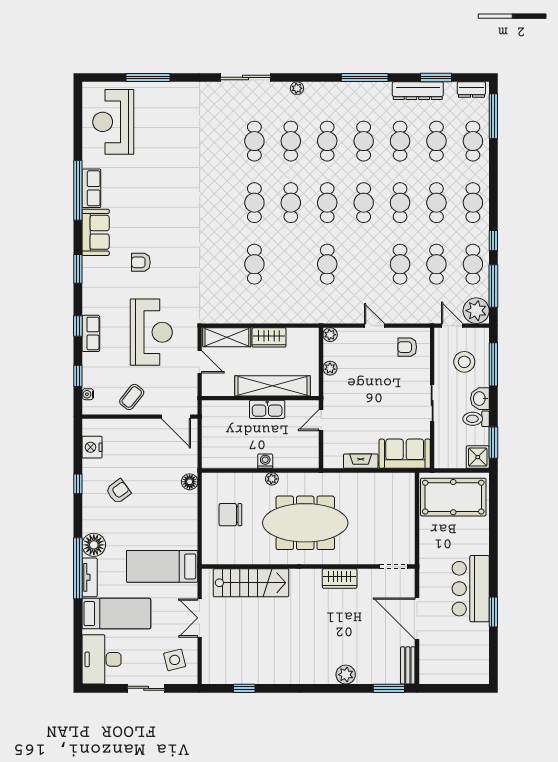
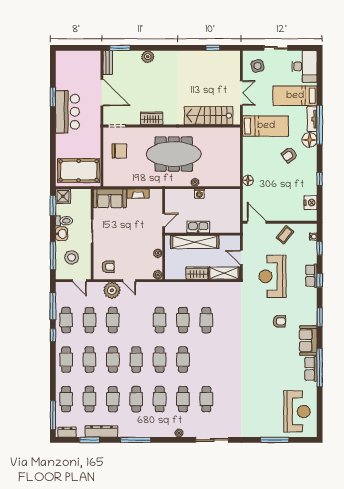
cafe table: (254, 203) -> (183, 320), moved
plant: (476, 311) -> (112, 290), moved
armchair: (118, 491) -> (289, 155), moved
chair: (230, 515) -> (119, 151), moved

